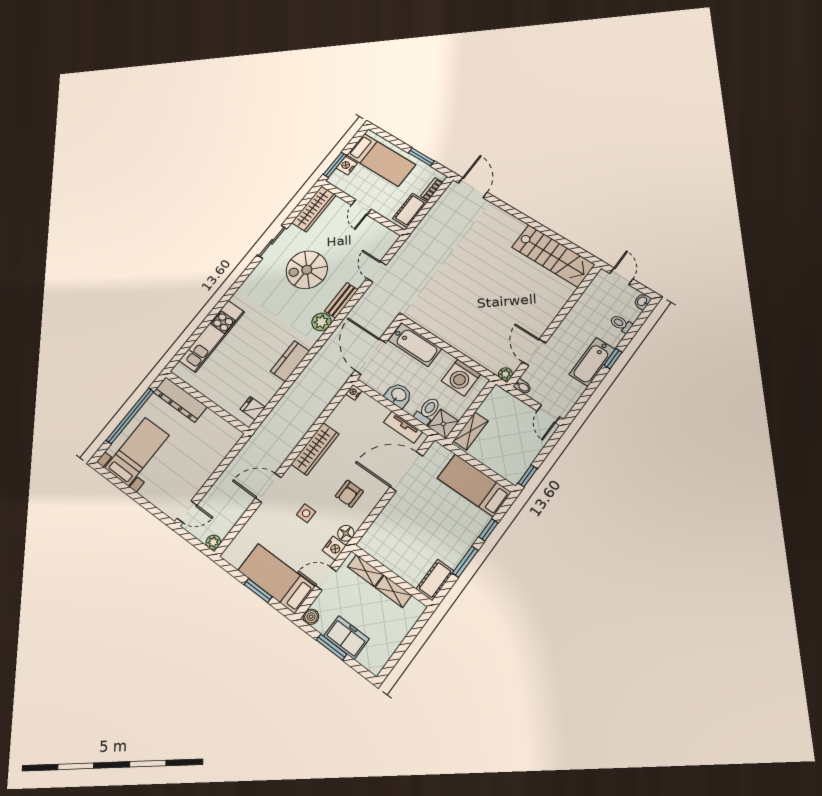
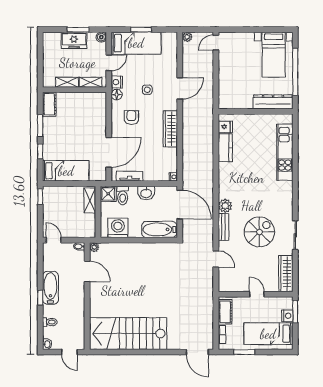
stairs: (553, 256) -> (128, 334), width x1.36, depth x1.51
kitchen counter: (290, 361) -> (225, 148), moved

